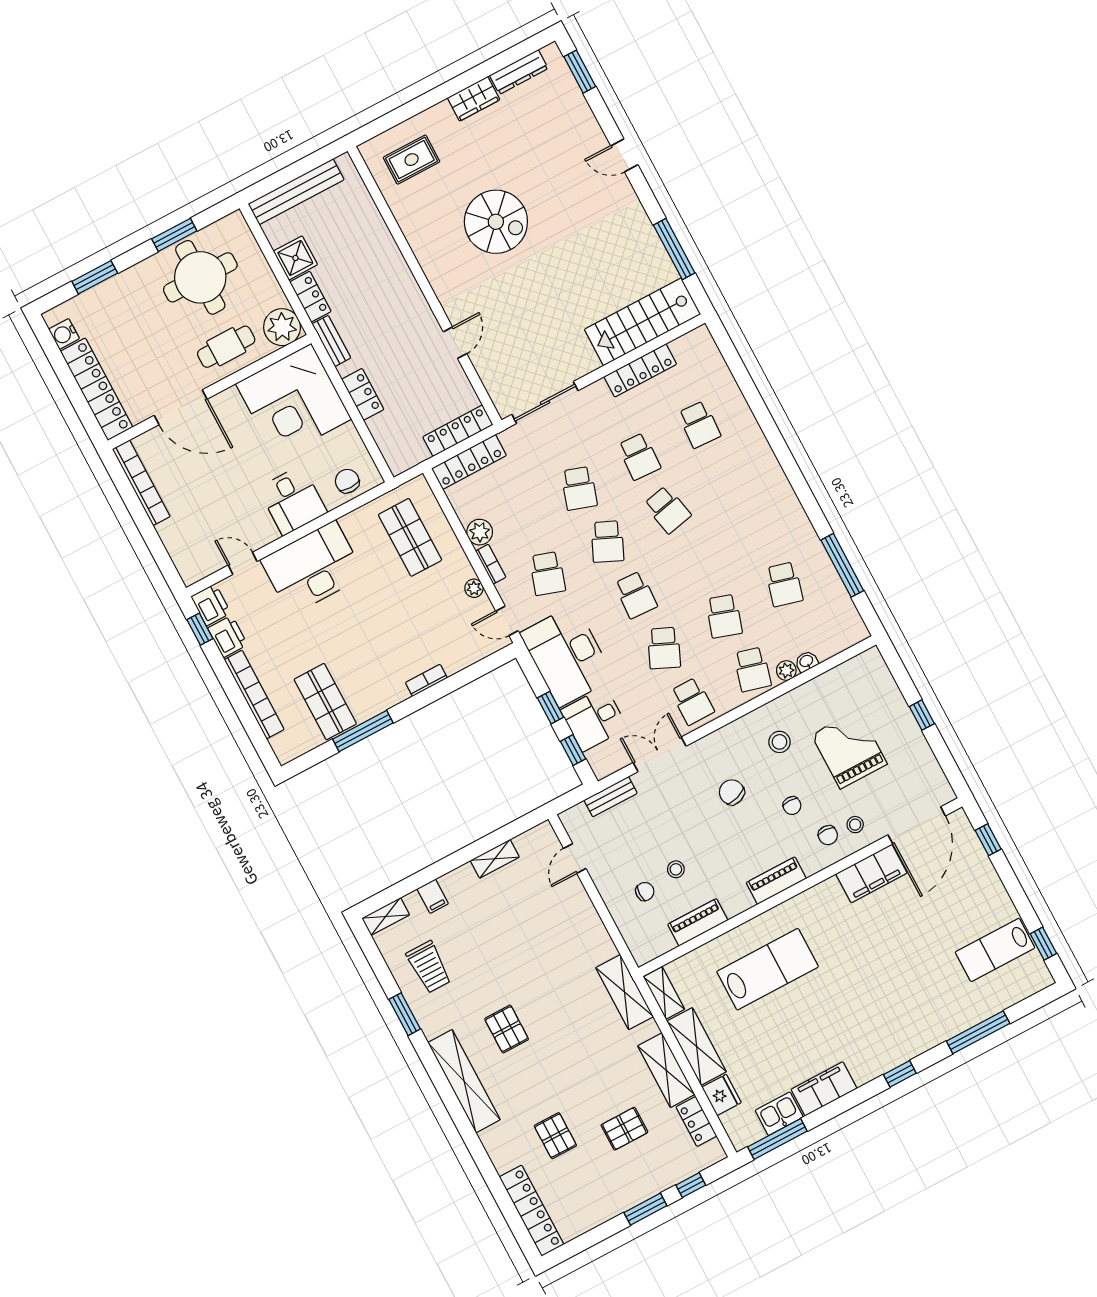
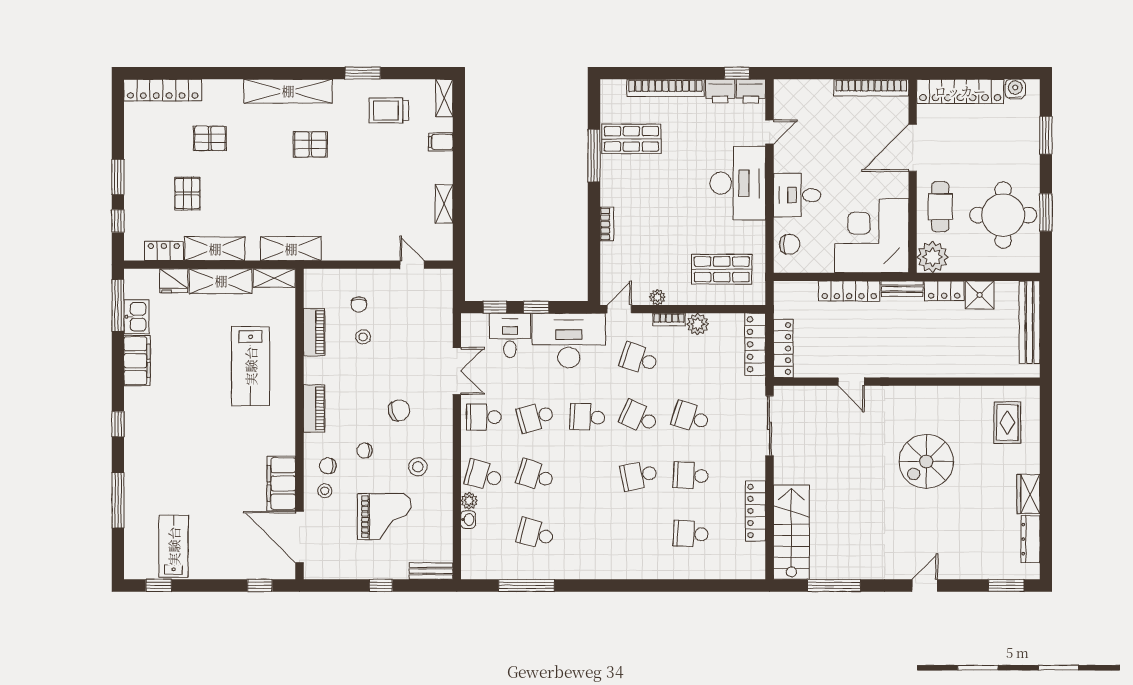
locker: (363, 394) -> (849, 291), width x1.53
school desk: (664, 648) -> (536, 417), turned -39
bench: (611, 797) -> (431, 571), moved, turned 90

